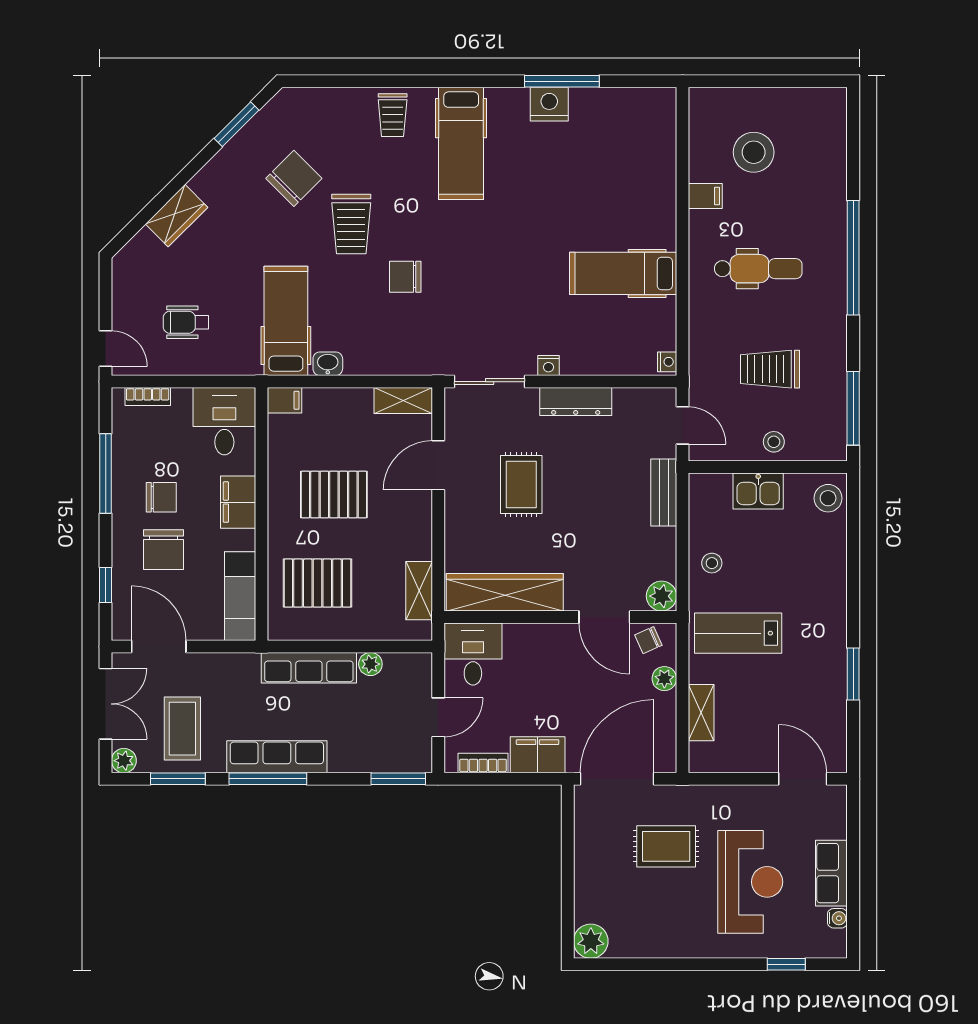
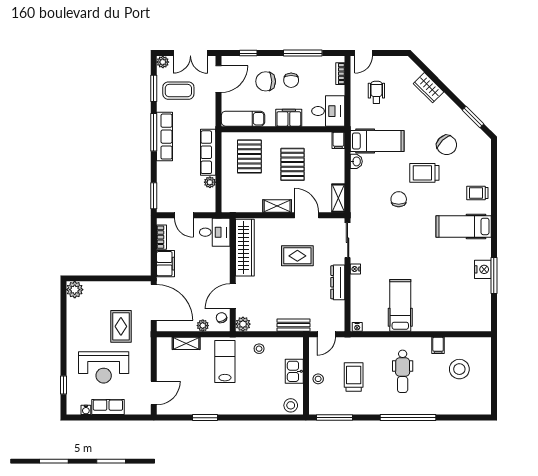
shelving: (419, 591) -> (277, 206), moved

